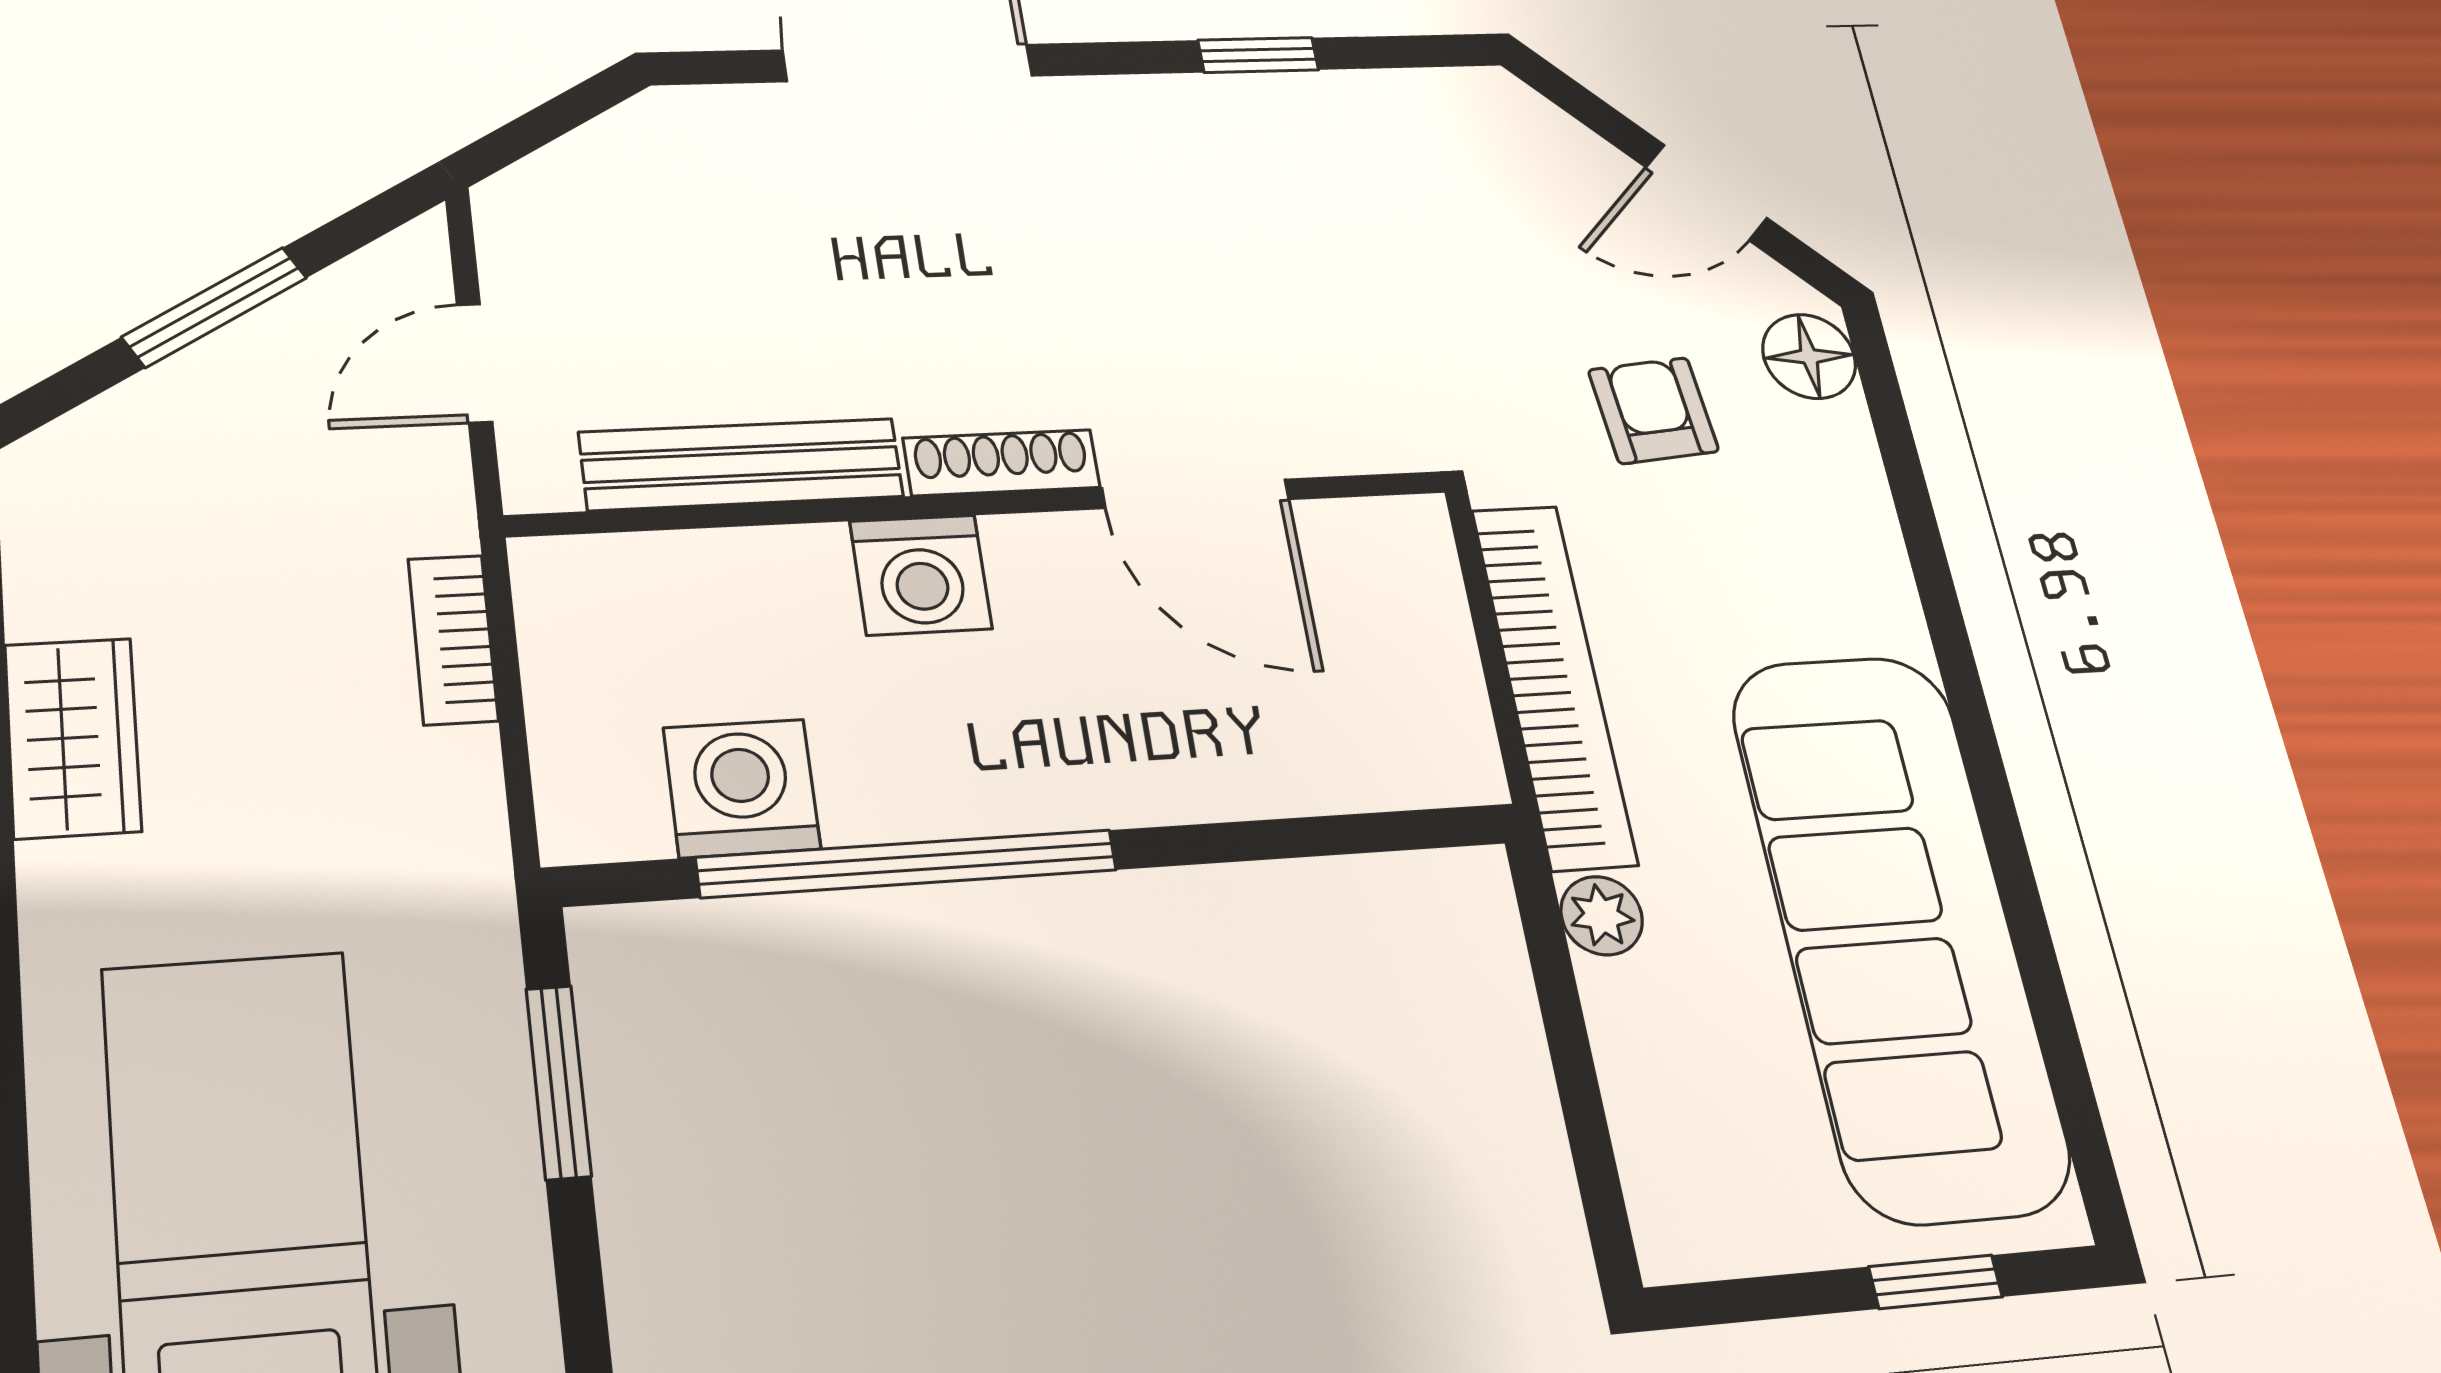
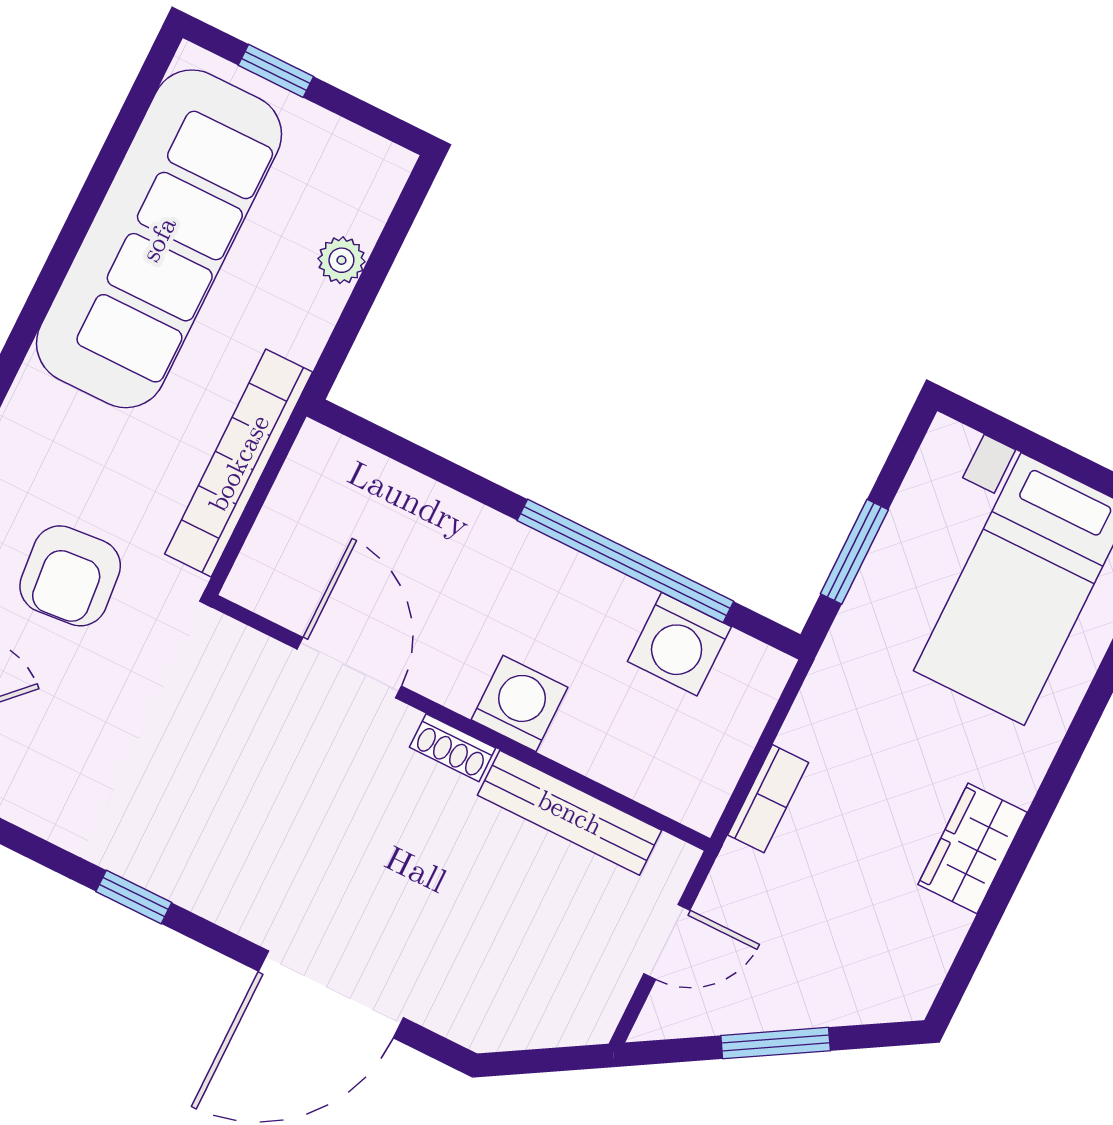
armchair: (1653, 411) -> (70, 576), width x1.38, depth x1.38
shoe rack: (1002, 463) -> (452, 748), width x0.70
plant: (1602, 916) -> (341, 260), moved

